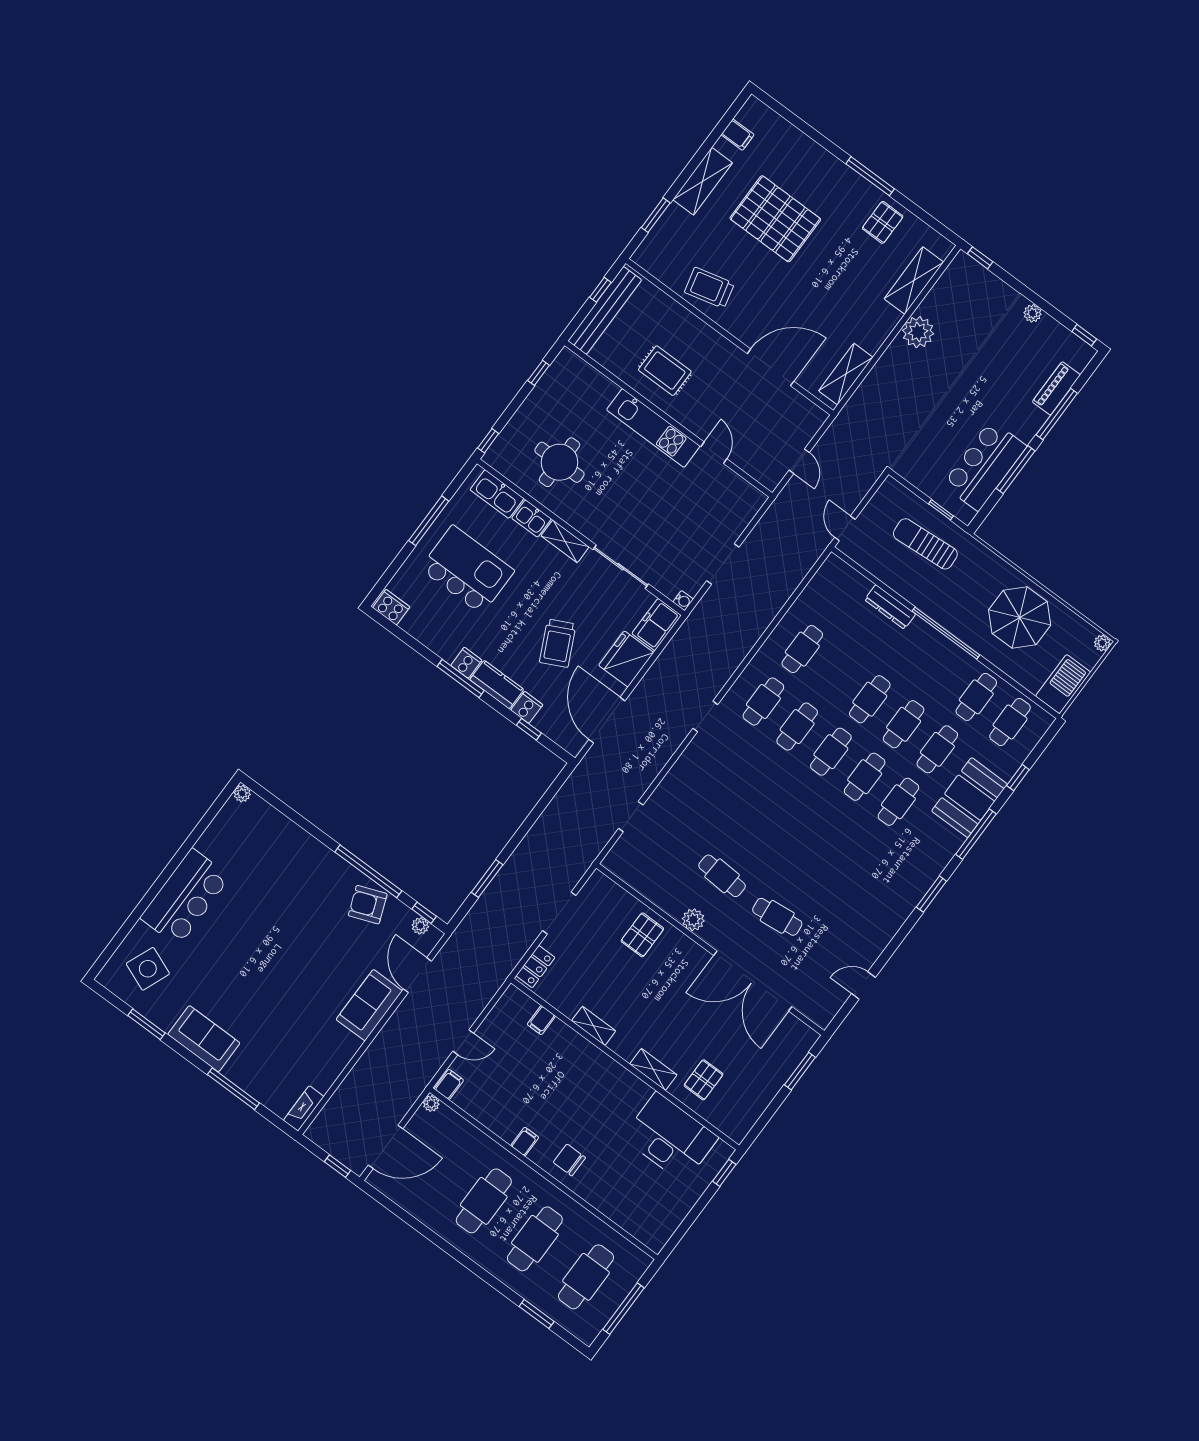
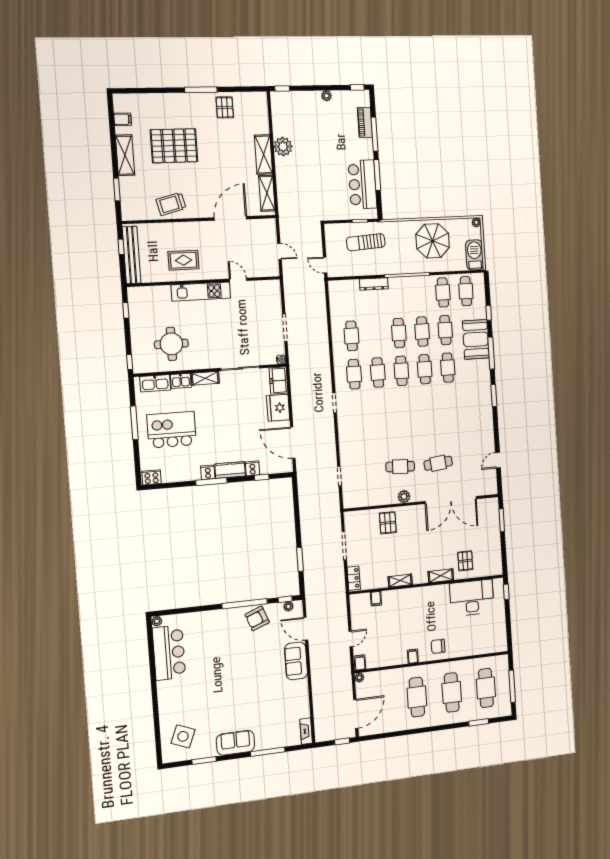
shelving: (914, 281) -> (264, 155), moved
trolley: (558, 643) -> (242, 427), removed
bar counter: (185, 897) -> (169, 653), moved

